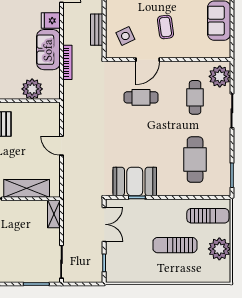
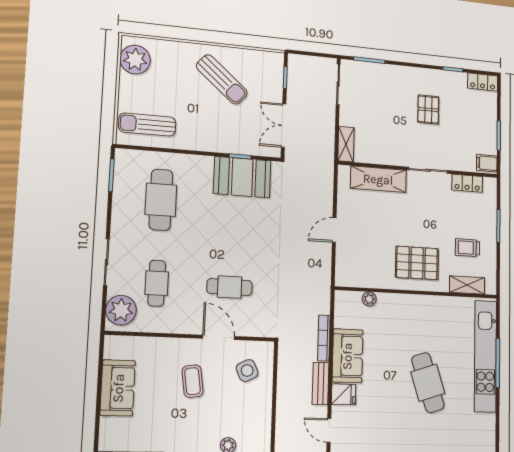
bench: (97, 30) -> (321, 384), moved
door: (148, 60) -> (219, 337), hinge flipped
plant: (32, 89) -> (369, 299), width x0.53, depth x0.53
door: (61, 146) -> (334, 230), swing flipped
sun lounger: (175, 245) -> (222, 79), moved, turned 41
plant: (219, 249) -> (135, 60), moved

